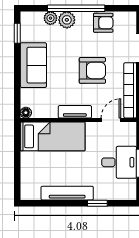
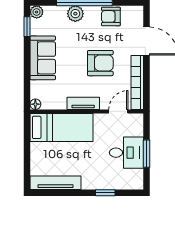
plant: (50, 18) -> (37, 12), moved
armchair: (103, 23) -> (111, 16), turned 180
tv unit: (67, 193) -> (55, 183), moved

